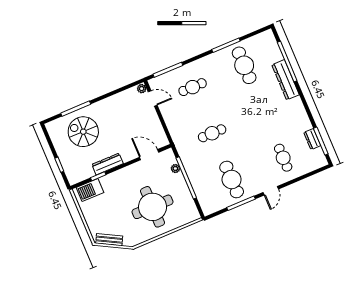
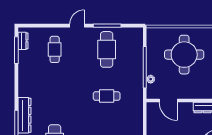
dresser: (312, 139) -> (23, 41), moved

